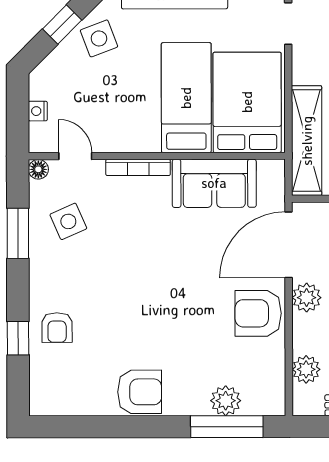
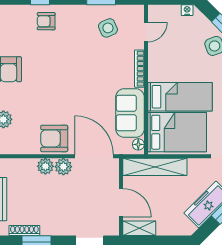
nightstand: (38, 111) -> (187, 10), moved
floor lamp: (38, 169) -> (138, 144), moved
armchair: (258, 313) -> (54, 138), turned -90
plant: (306, 369) -> (45, 166), moved

